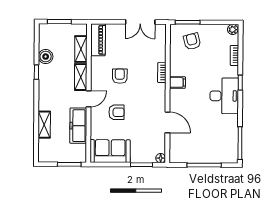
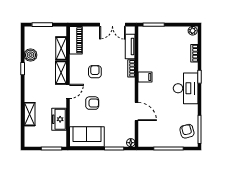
armchair: (192, 41) -> (187, 131), moved
tv unit: (160, 47) -> (130, 46), added
freezer: (78, 126) -> (59, 119), width x0.71

